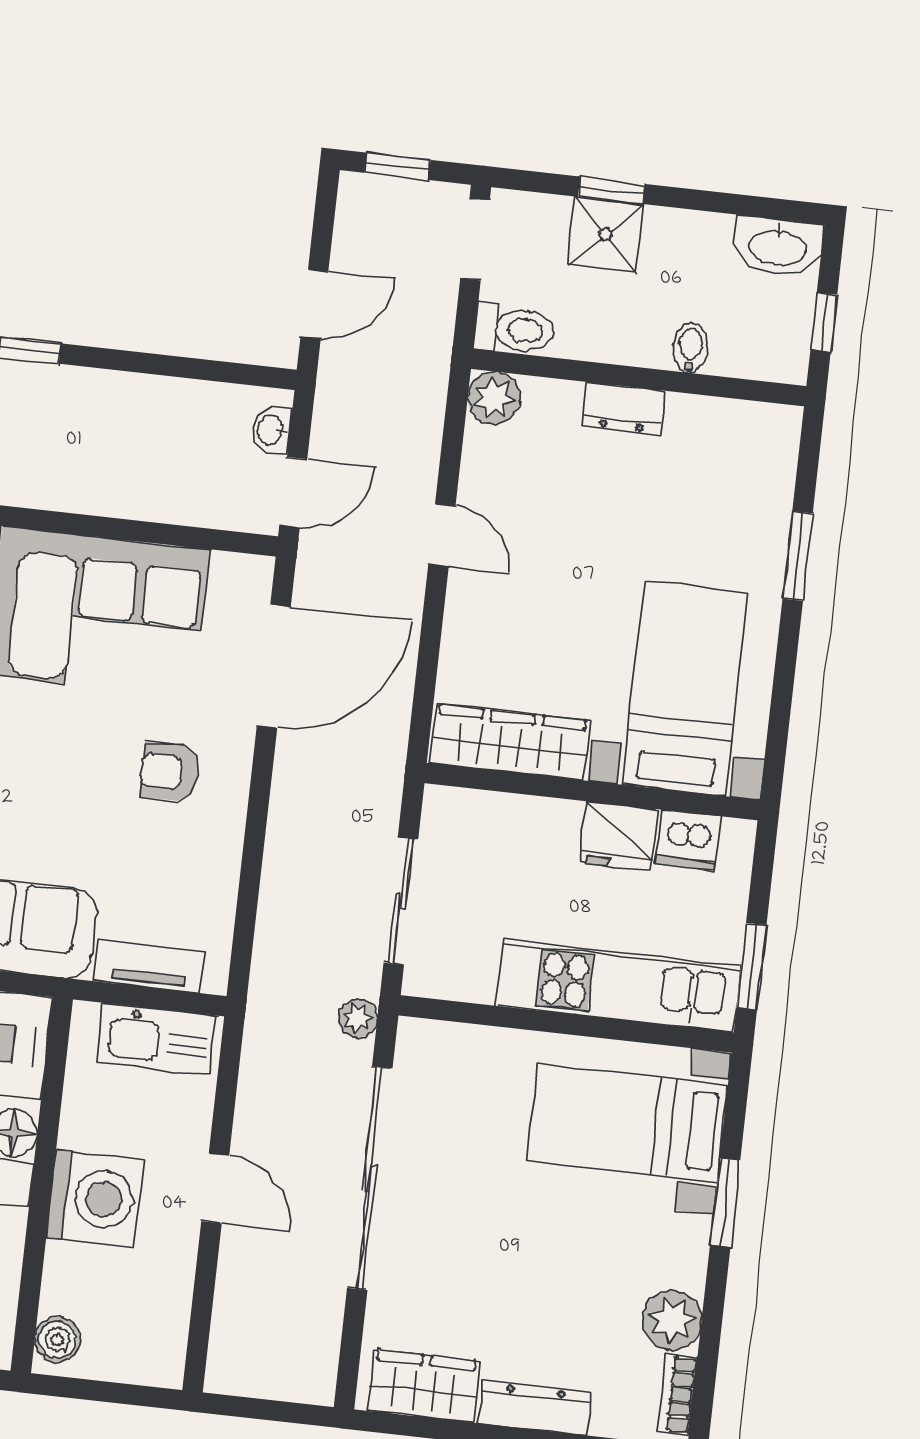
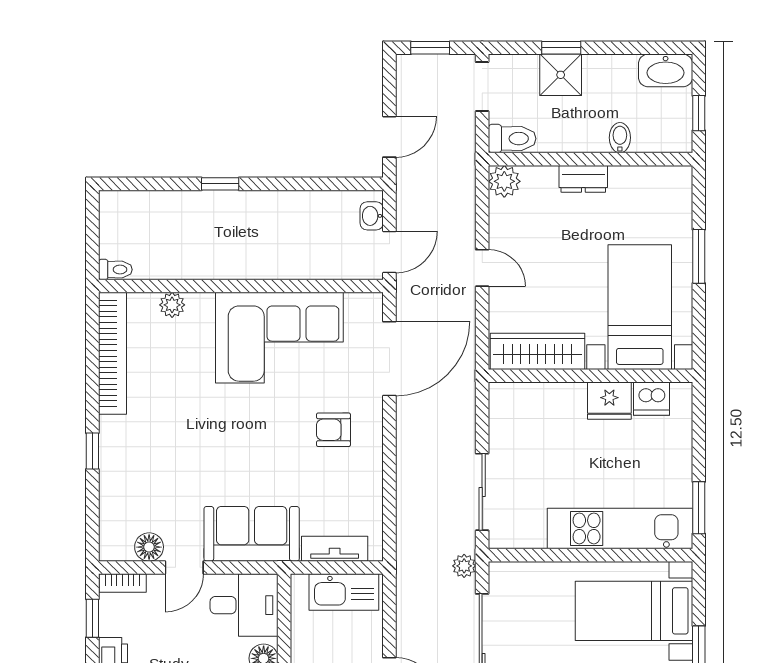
bed with nightstands: (685, 689) -> (640, 307), moved
wardrobe: (510, 742) -> (537, 351), moved
wall: (592, 792) -> (590, 376), moved
fridge: (619, 836) -> (609, 401), moved
dishwasher: (688, 840) -> (652, 399), moved

